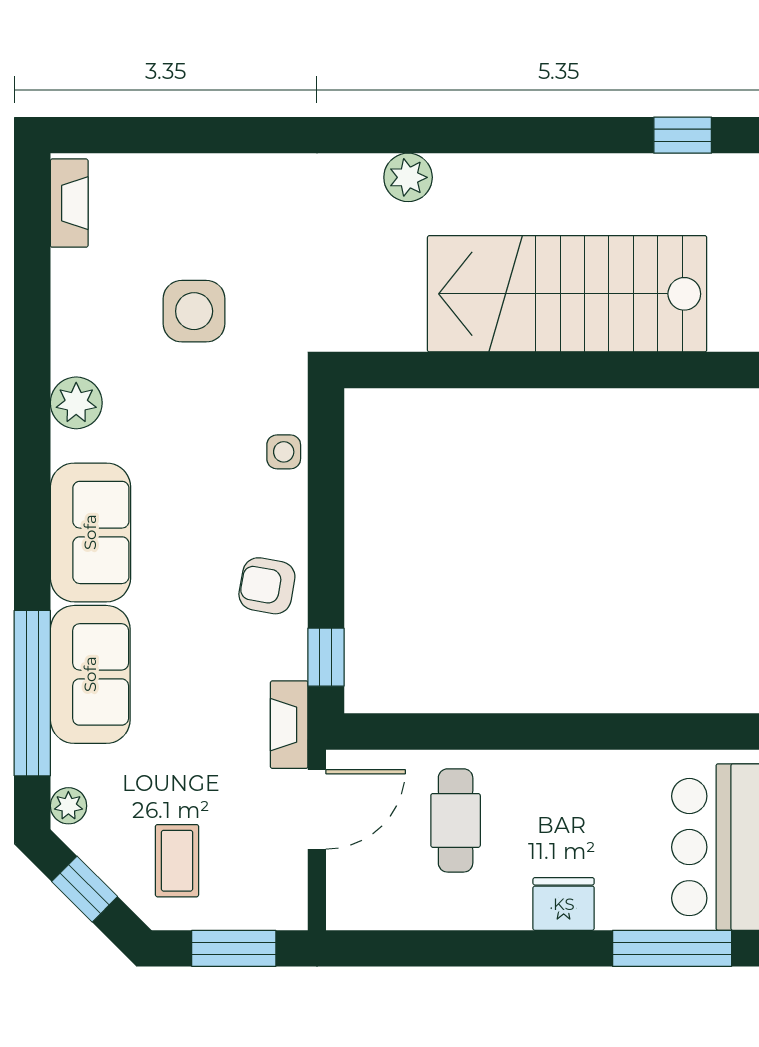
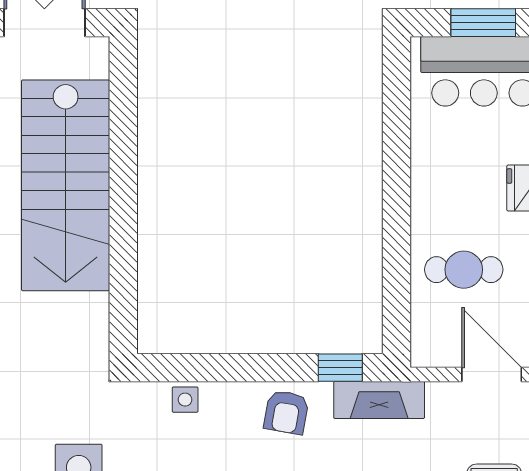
fireplace: (289, 725) -> (379, 400), width x1.37, depth x1.32
door: (317, 809) -> (492, 374), moved

